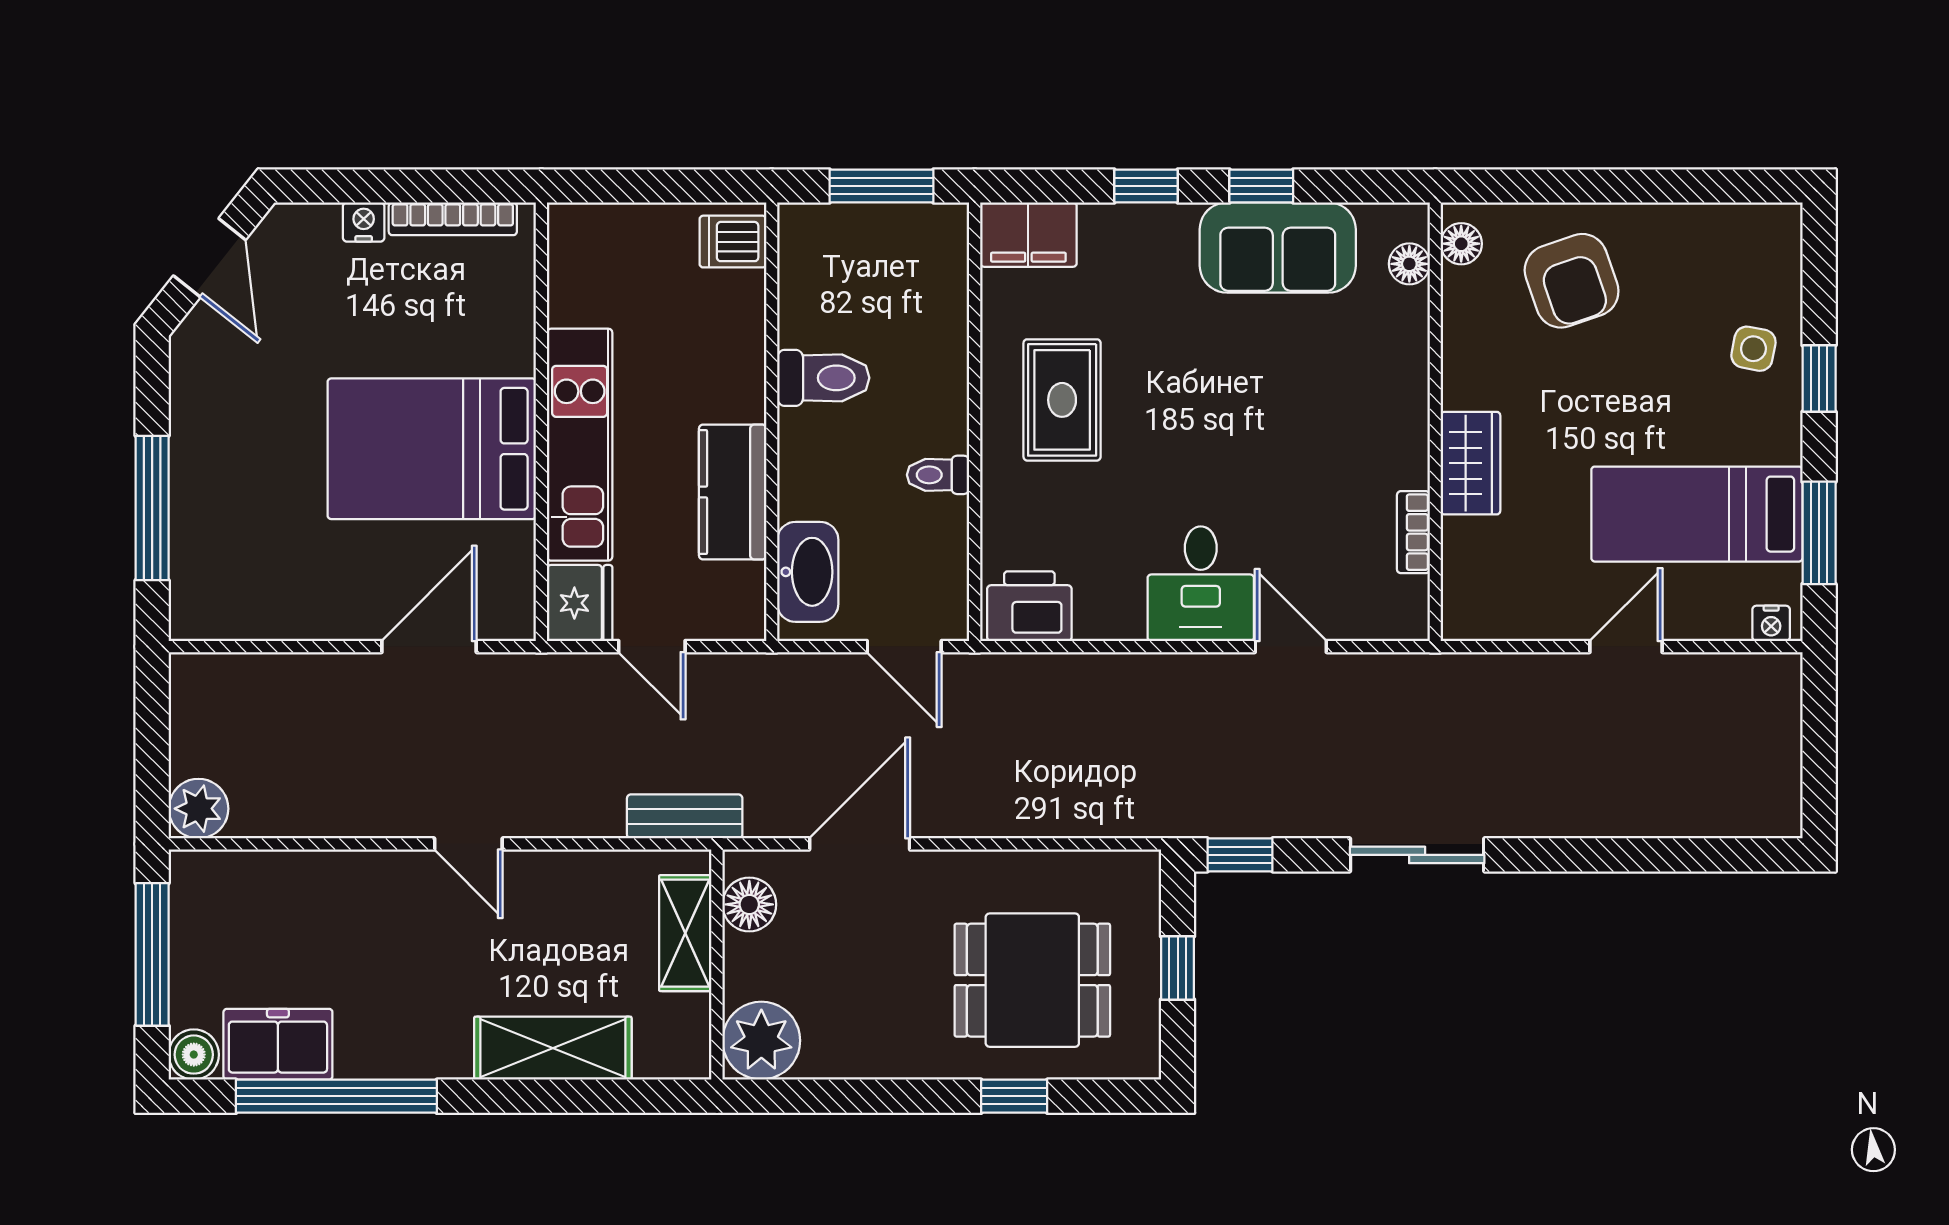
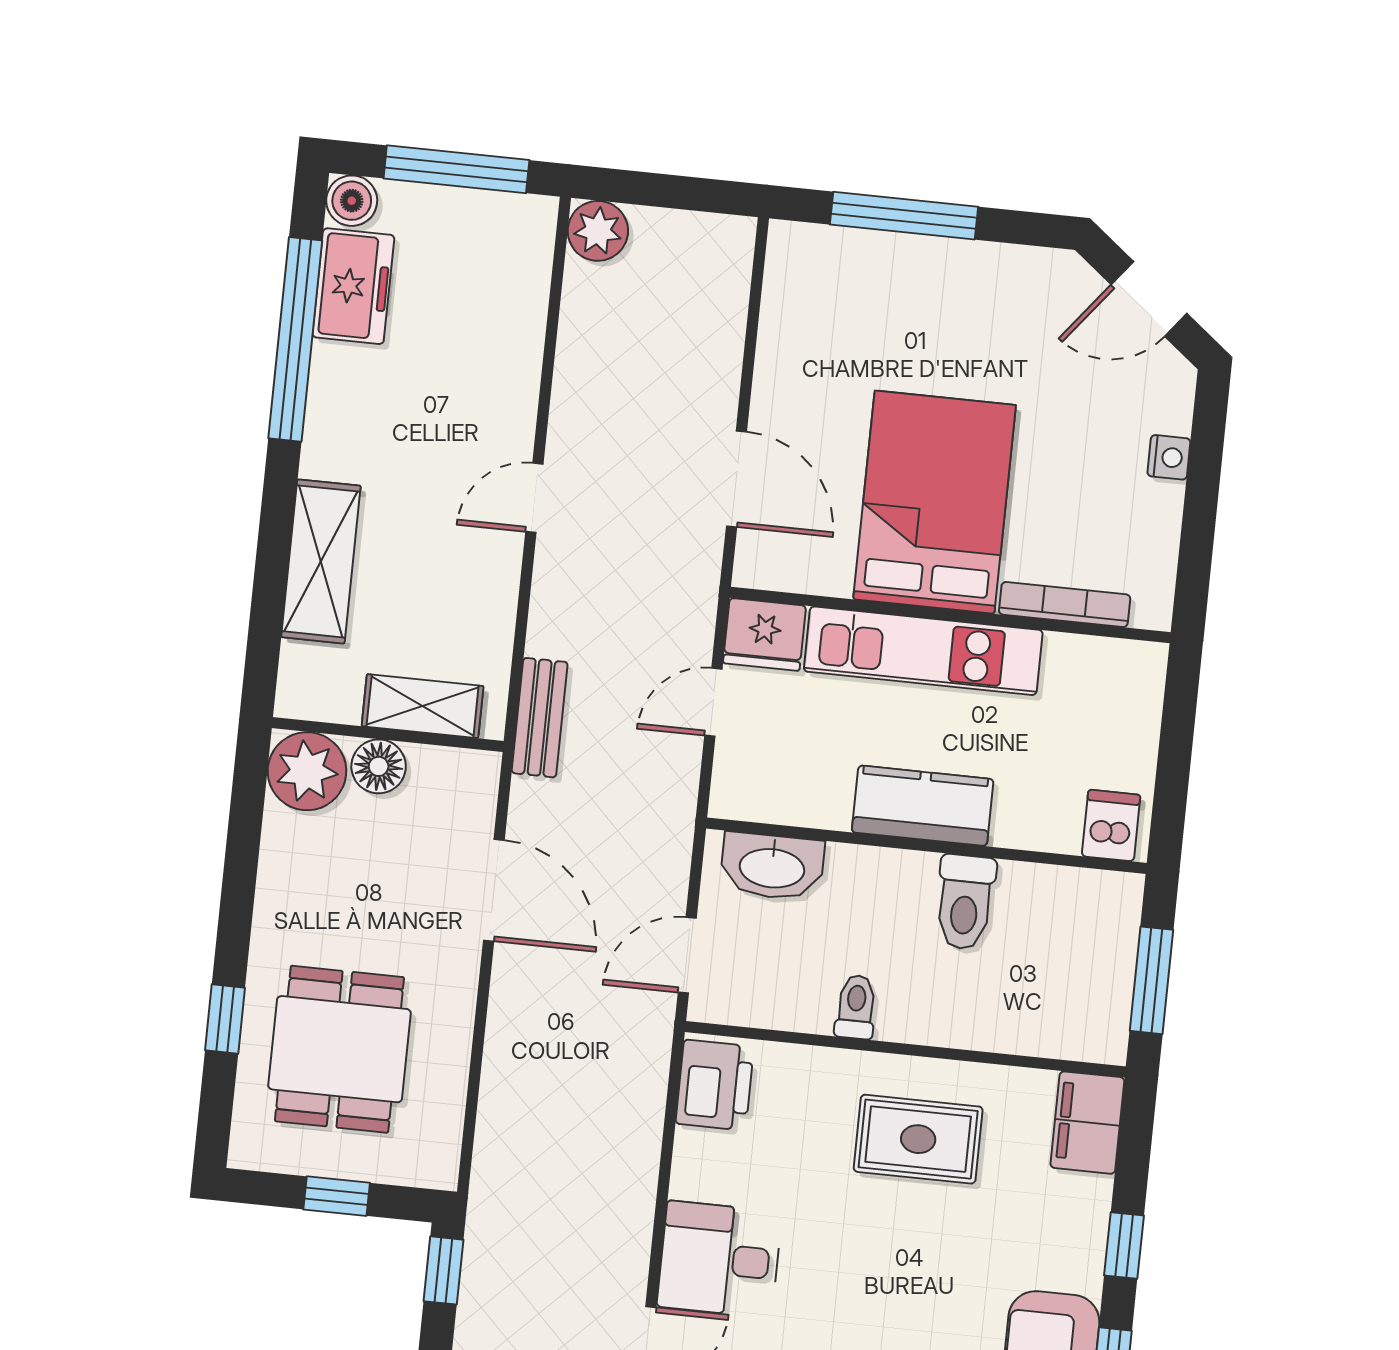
bookcase: (453, 219) -> (1065, 605), moved, turned 90
kitchen counter: (733, 492) -> (923, 806), moved
floor lamp: (749, 904) -> (379, 766), moved

